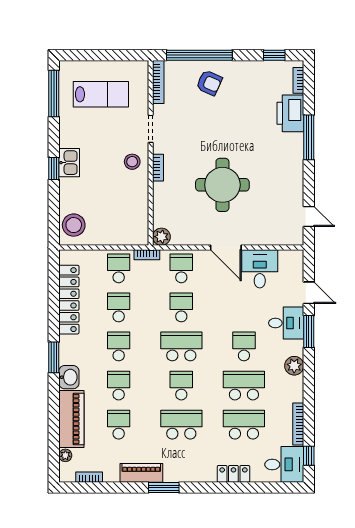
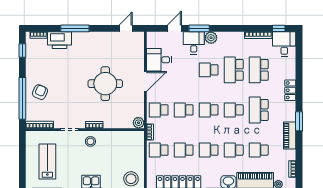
school desk: (181, 346) -> (209, 110), width x0.54
plant: (294, 366) -> (211, 38), moved
locker: (233, 474) -> (290, 90), moved

